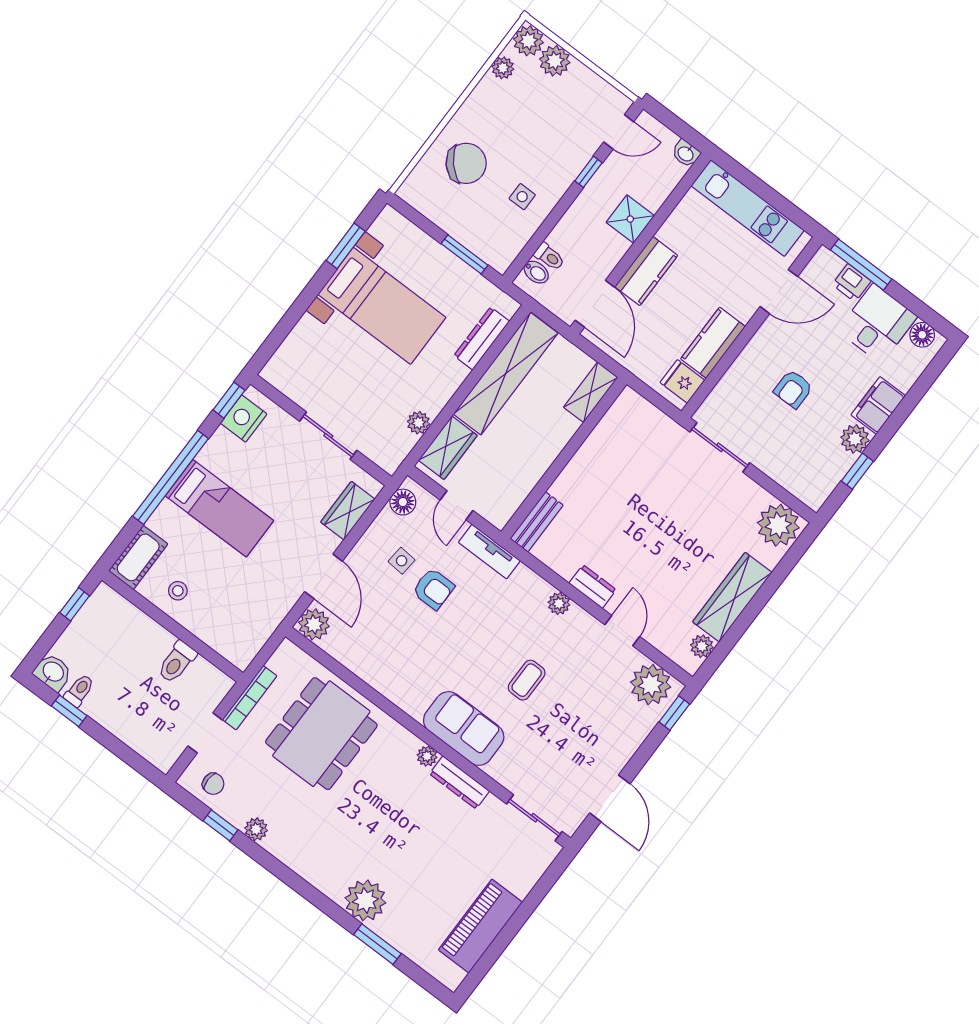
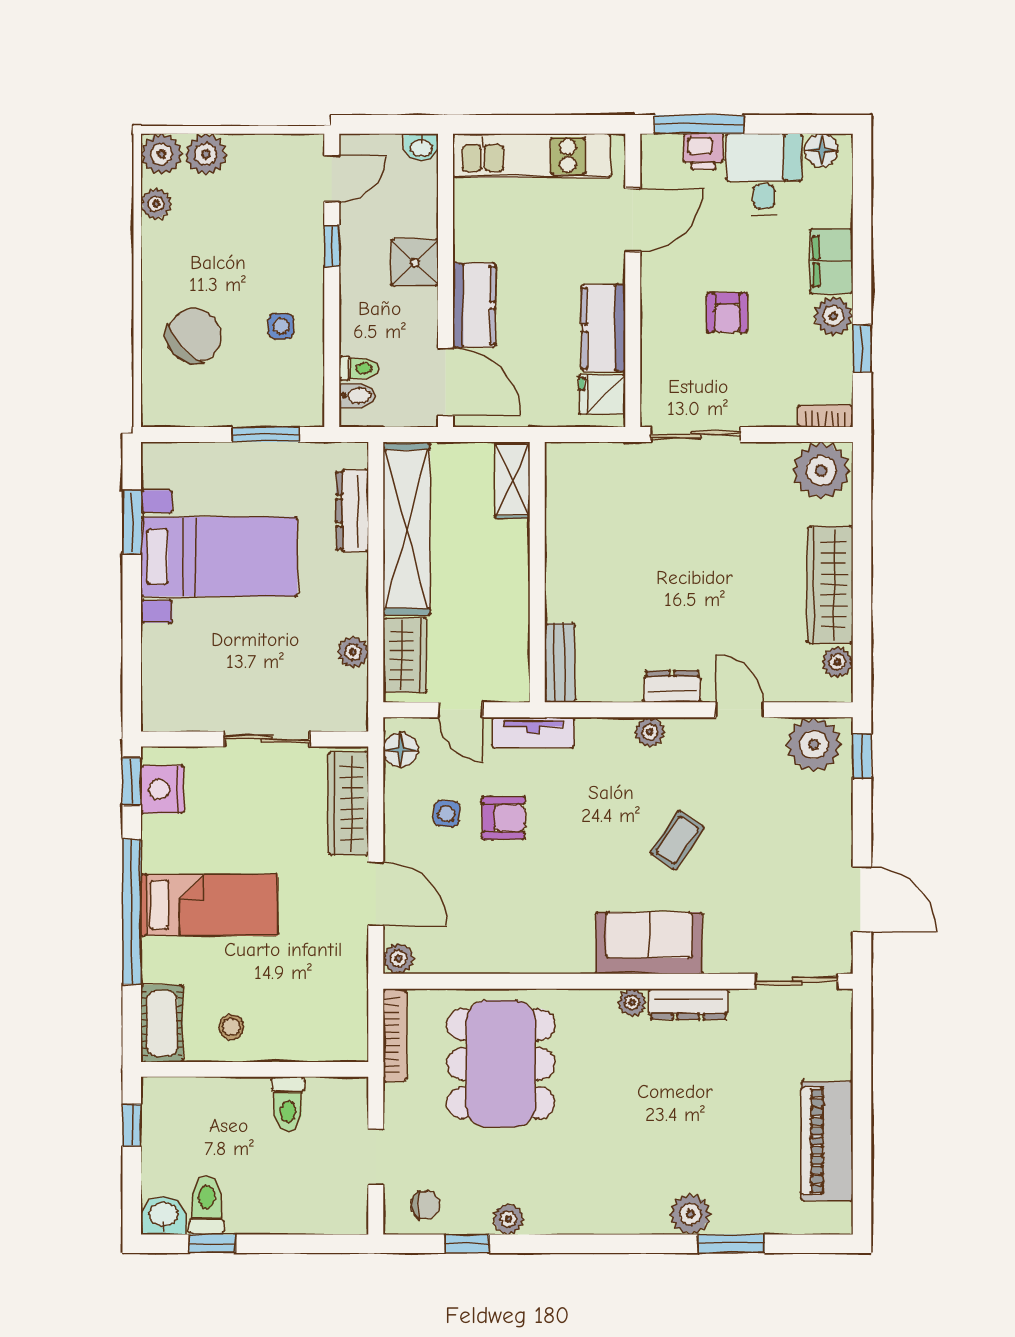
bookcase: (805, 495) -> (825, 416), added
wardrobe: (348, 511) -> (348, 803), width x1.50
plant: (314, 624) -> (399, 959), width x0.73, depth x0.73
coffee table: (527, 680) -> (677, 840), turned 34
toilet: (79, 690) -> (207, 1205), width x1.37, depth x1.39
bookcase: (250, 698) -> (395, 1036), moved
plant: (365, 900) -> (690, 1214), width x0.73, depth x0.73

